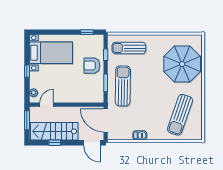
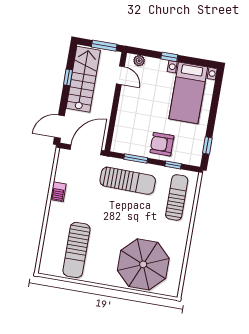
armchair: (92, 66) -> (162, 144), turned -90
sun lounger: (180, 115) -> (76, 250), turned -109

